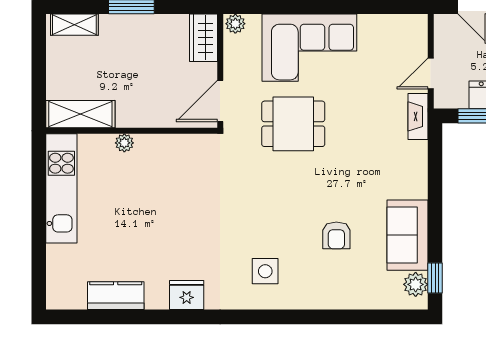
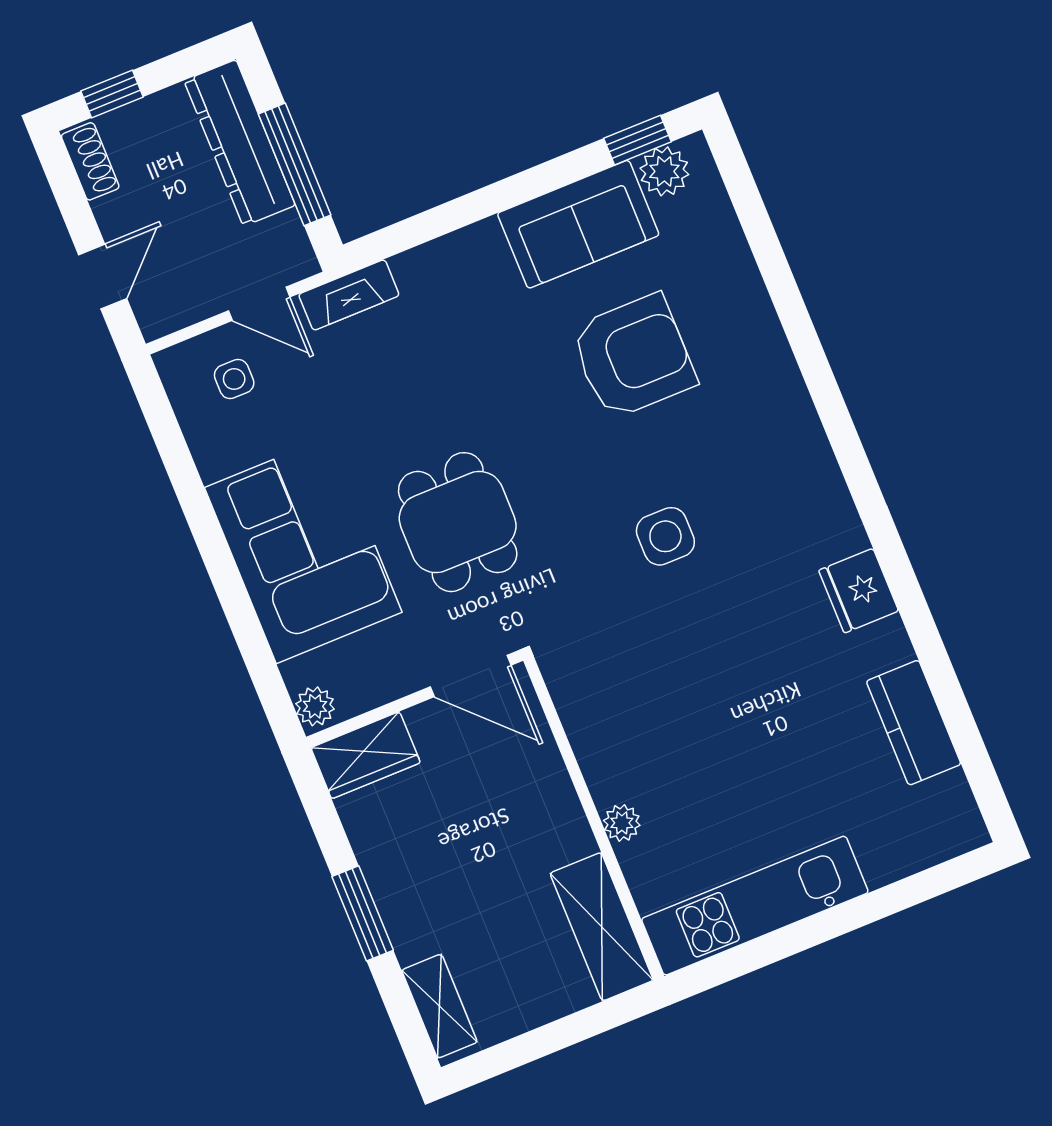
side table: (401, 48) -> (234, 379), added
armchair: (336, 235) -> (633, 356), width x1.88, depth x1.88
side table: (265, 271) -> (665, 536), moved

